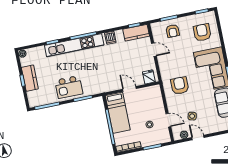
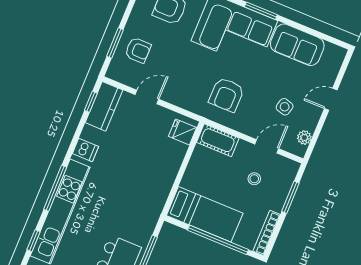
armchair: (180, 86) -> (226, 95), turned -90
door: (129, 89) -> (181, 173), removed
cot: (156, 96) -> (218, 140), added
door: (198, 138) -> (331, 99), moved

